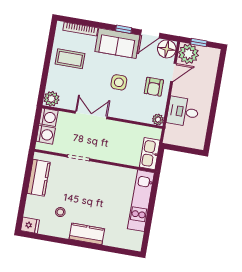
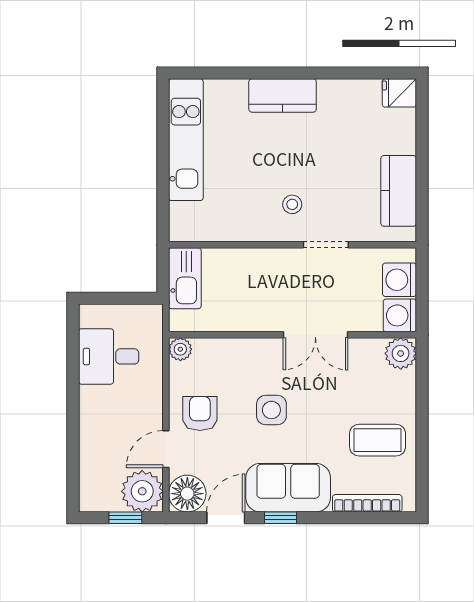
desk: (183, 112) -> (109, 356), moved, turned 180
kitchen unit: (141, 201) -> (186, 140), moved
stool: (60, 212) -> (292, 204), moved

